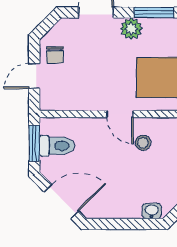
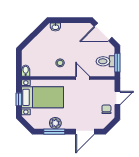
plant: (131, 29) -> (55, 123), moved
door: (120, 114) -> (83, 78), moved

